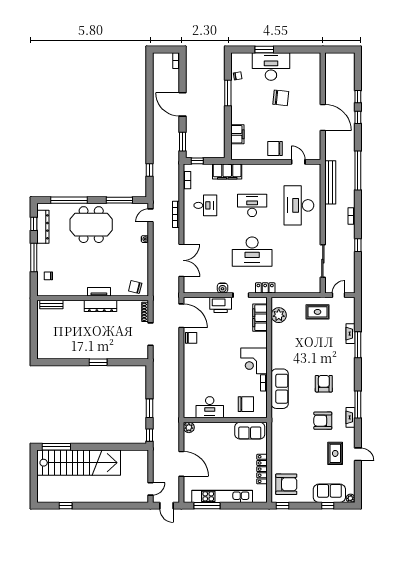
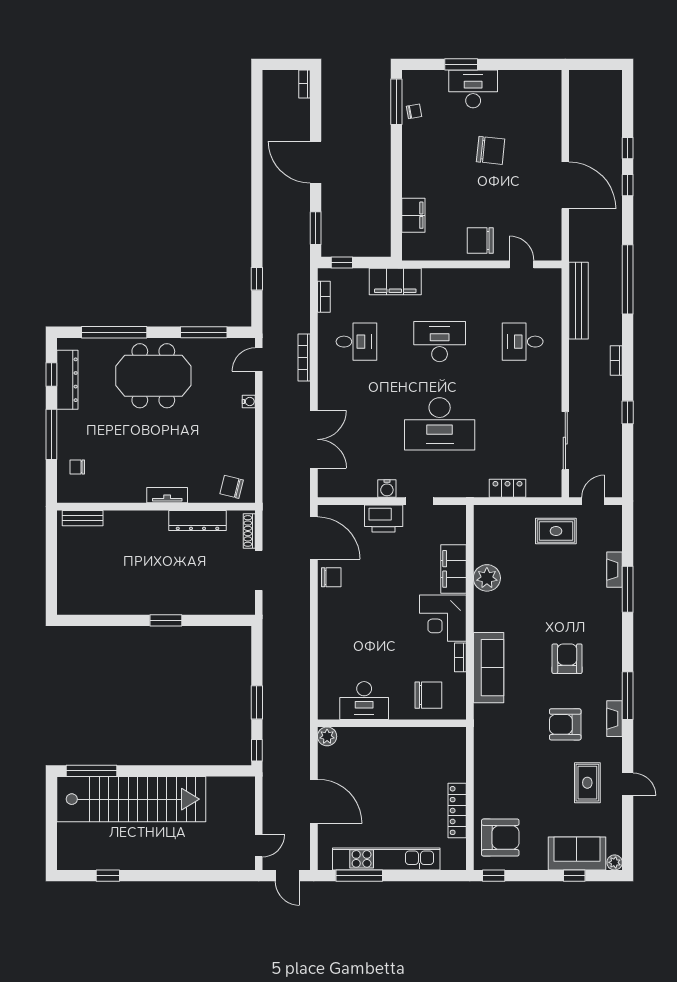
desk: (271, 66) -> (473, 89), width x0.73, depth x0.77
window: (228, 93) -> (396, 102), moved
desk: (299, 205) -> (523, 342), width x0.53, depth x0.77
locker: (265, 288) -> (507, 488), moved
dresser: (101, 306) -> (198, 520), moved
plant: (279, 315) -> (487, 578), moved
filing cabinet: (260, 318) -> (454, 569), moved
sofa: (250, 431) -> (435, 742), removed

